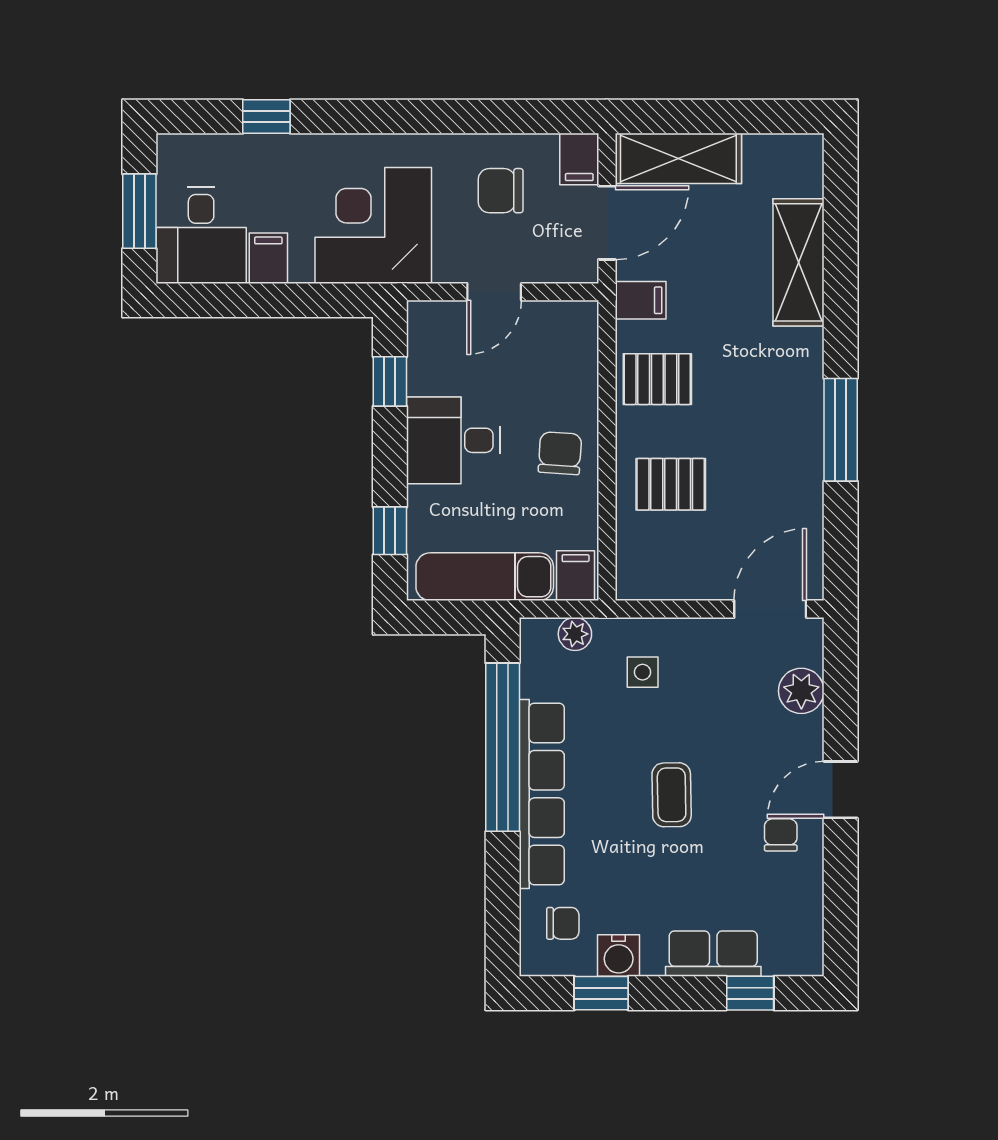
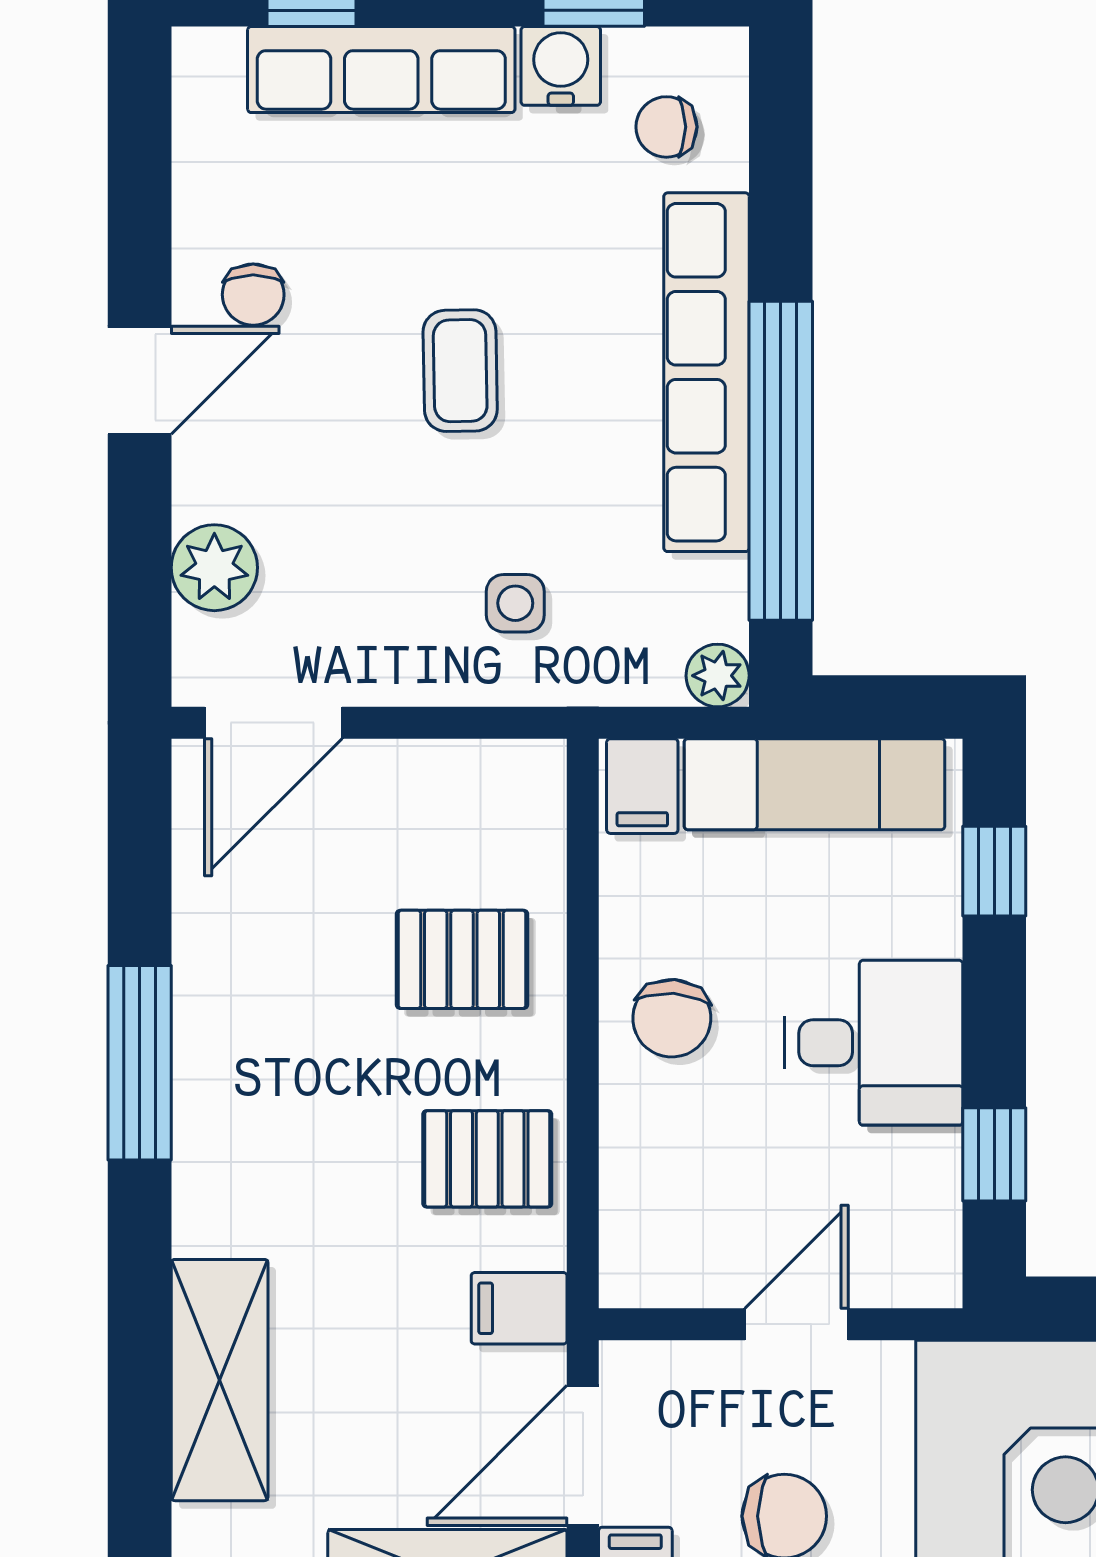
plant: (575, 634) -> (718, 676), moved
row of seats: (713, 954) -> (381, 70), width x1.48

